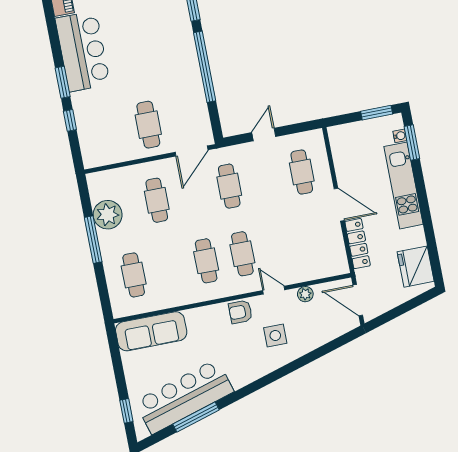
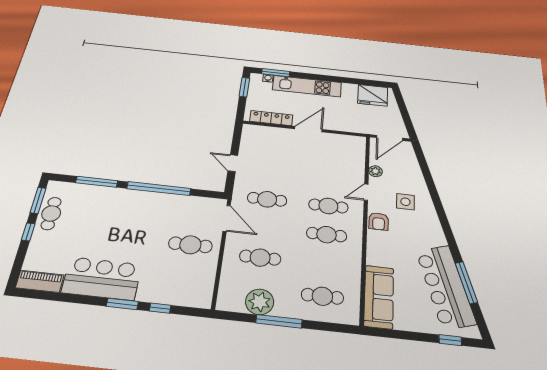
cafe table: (302, 172) -> (273, 146), removed
locker: (358, 244) -> (271, 118), moved

